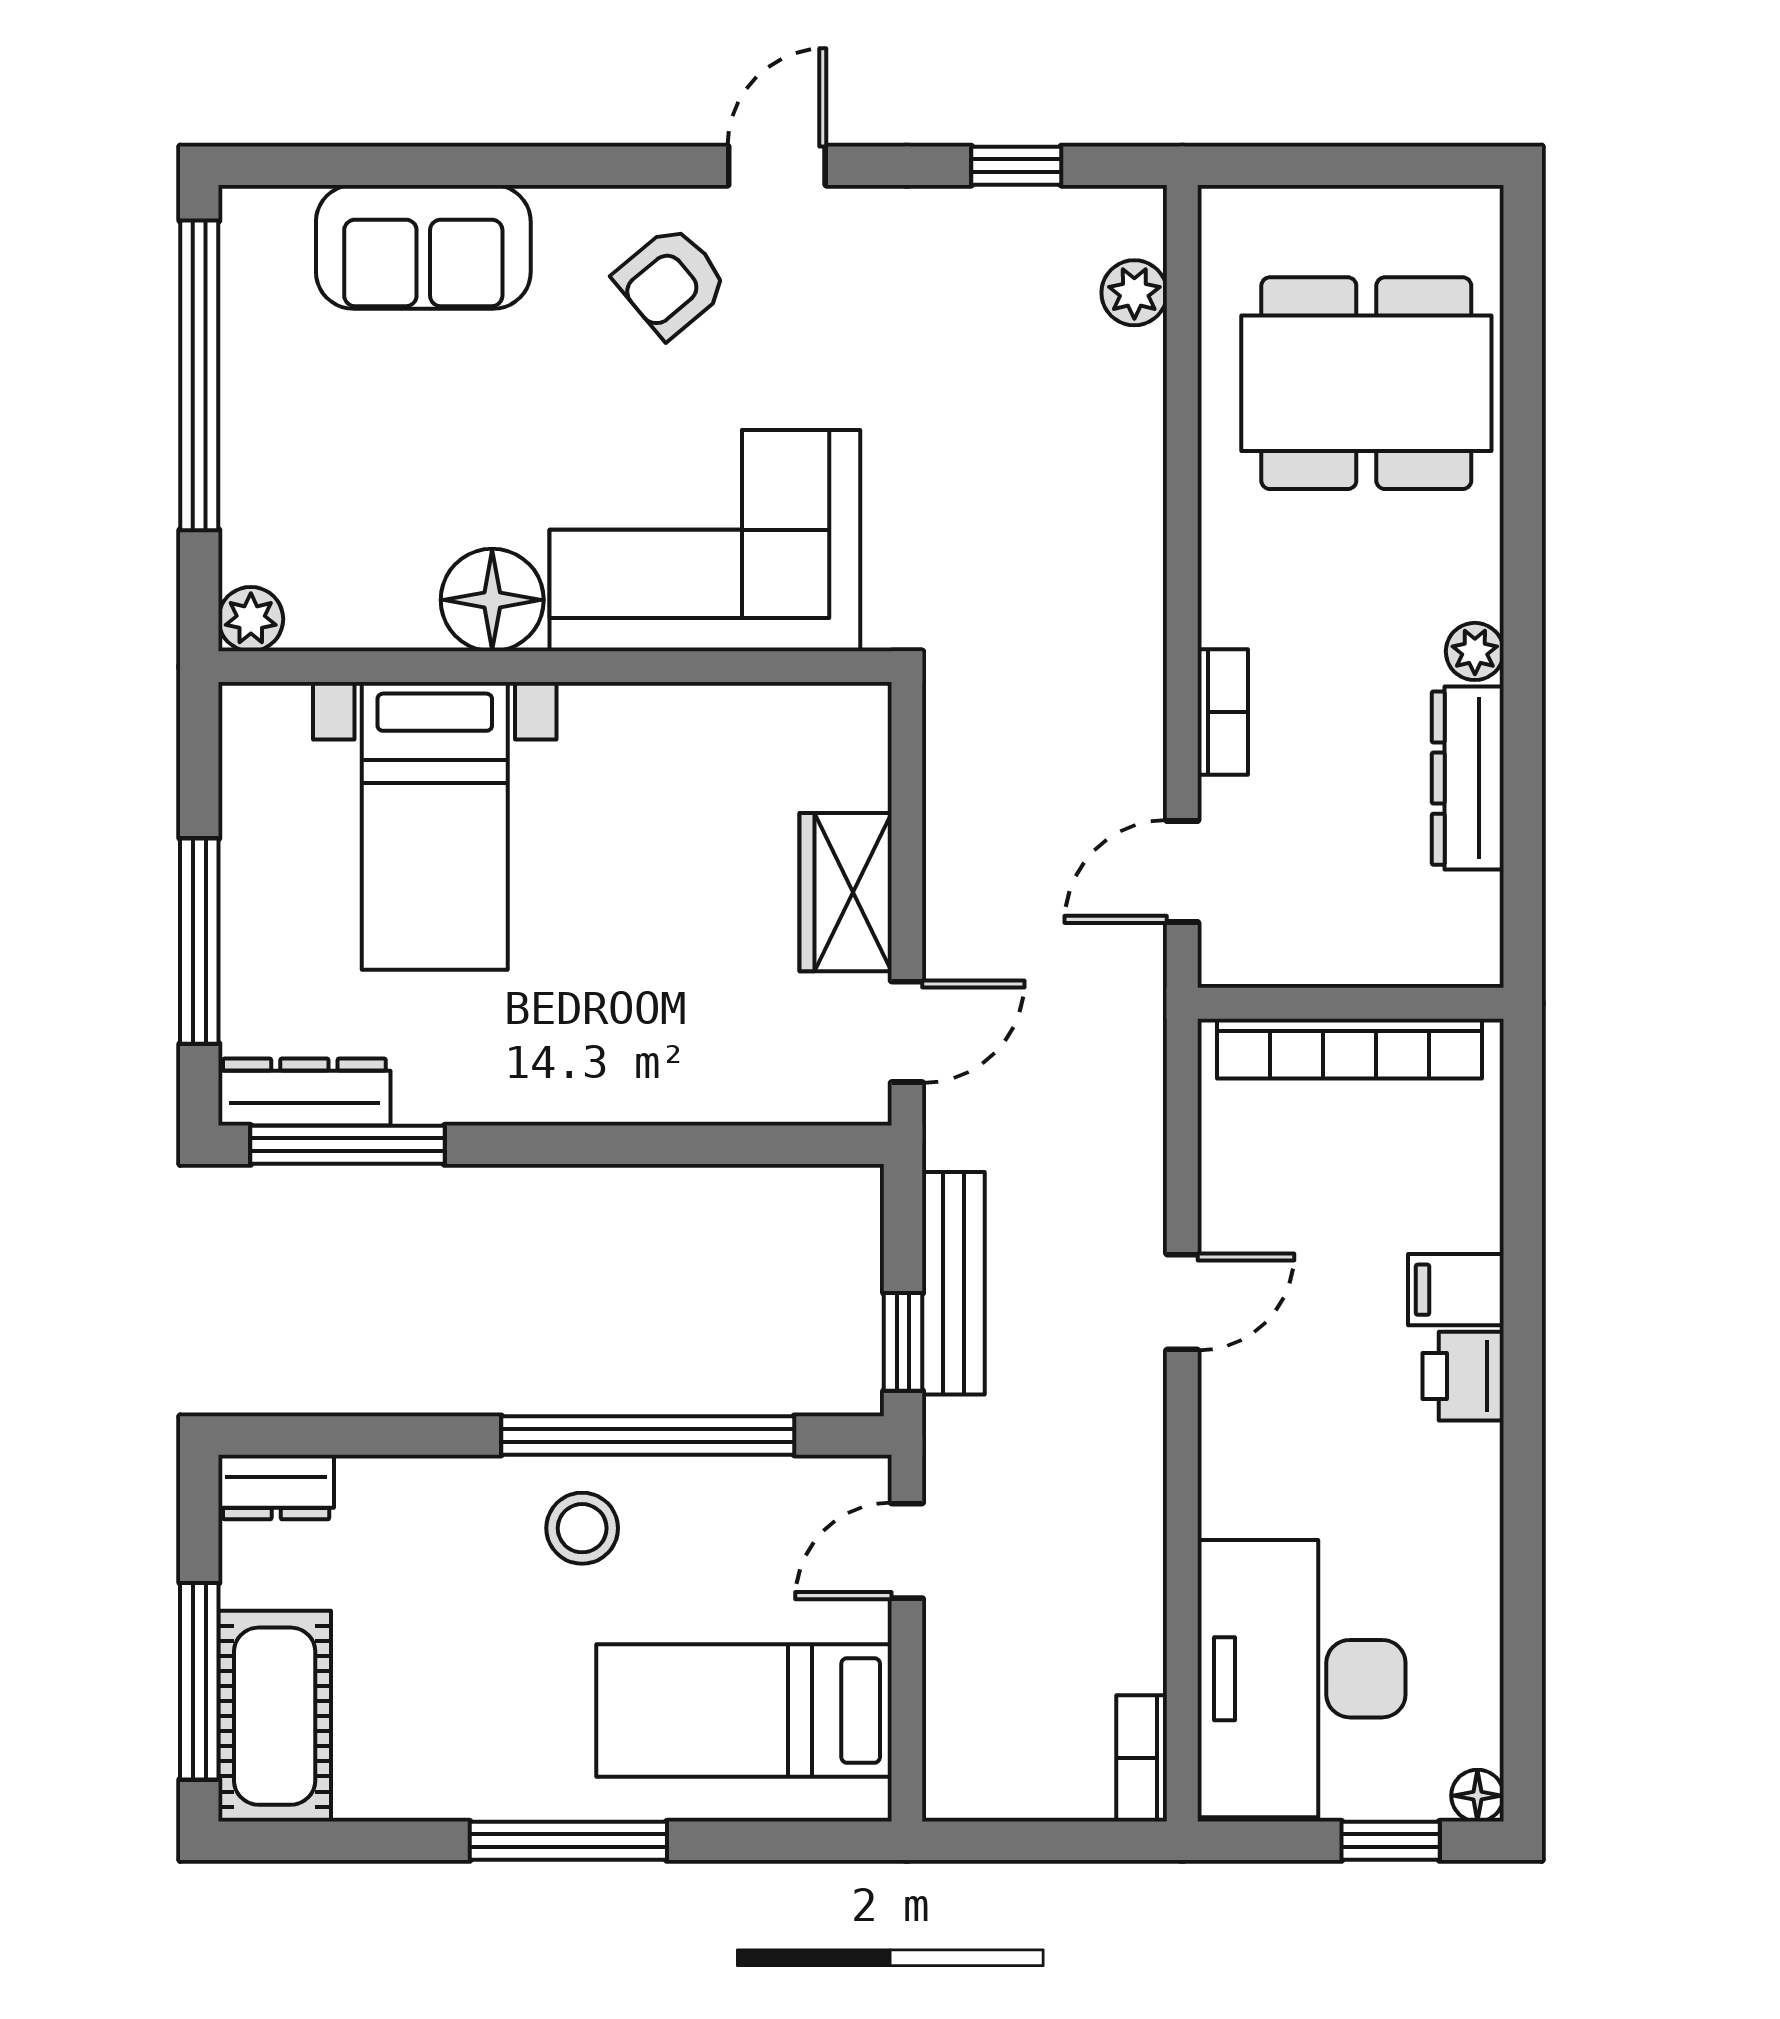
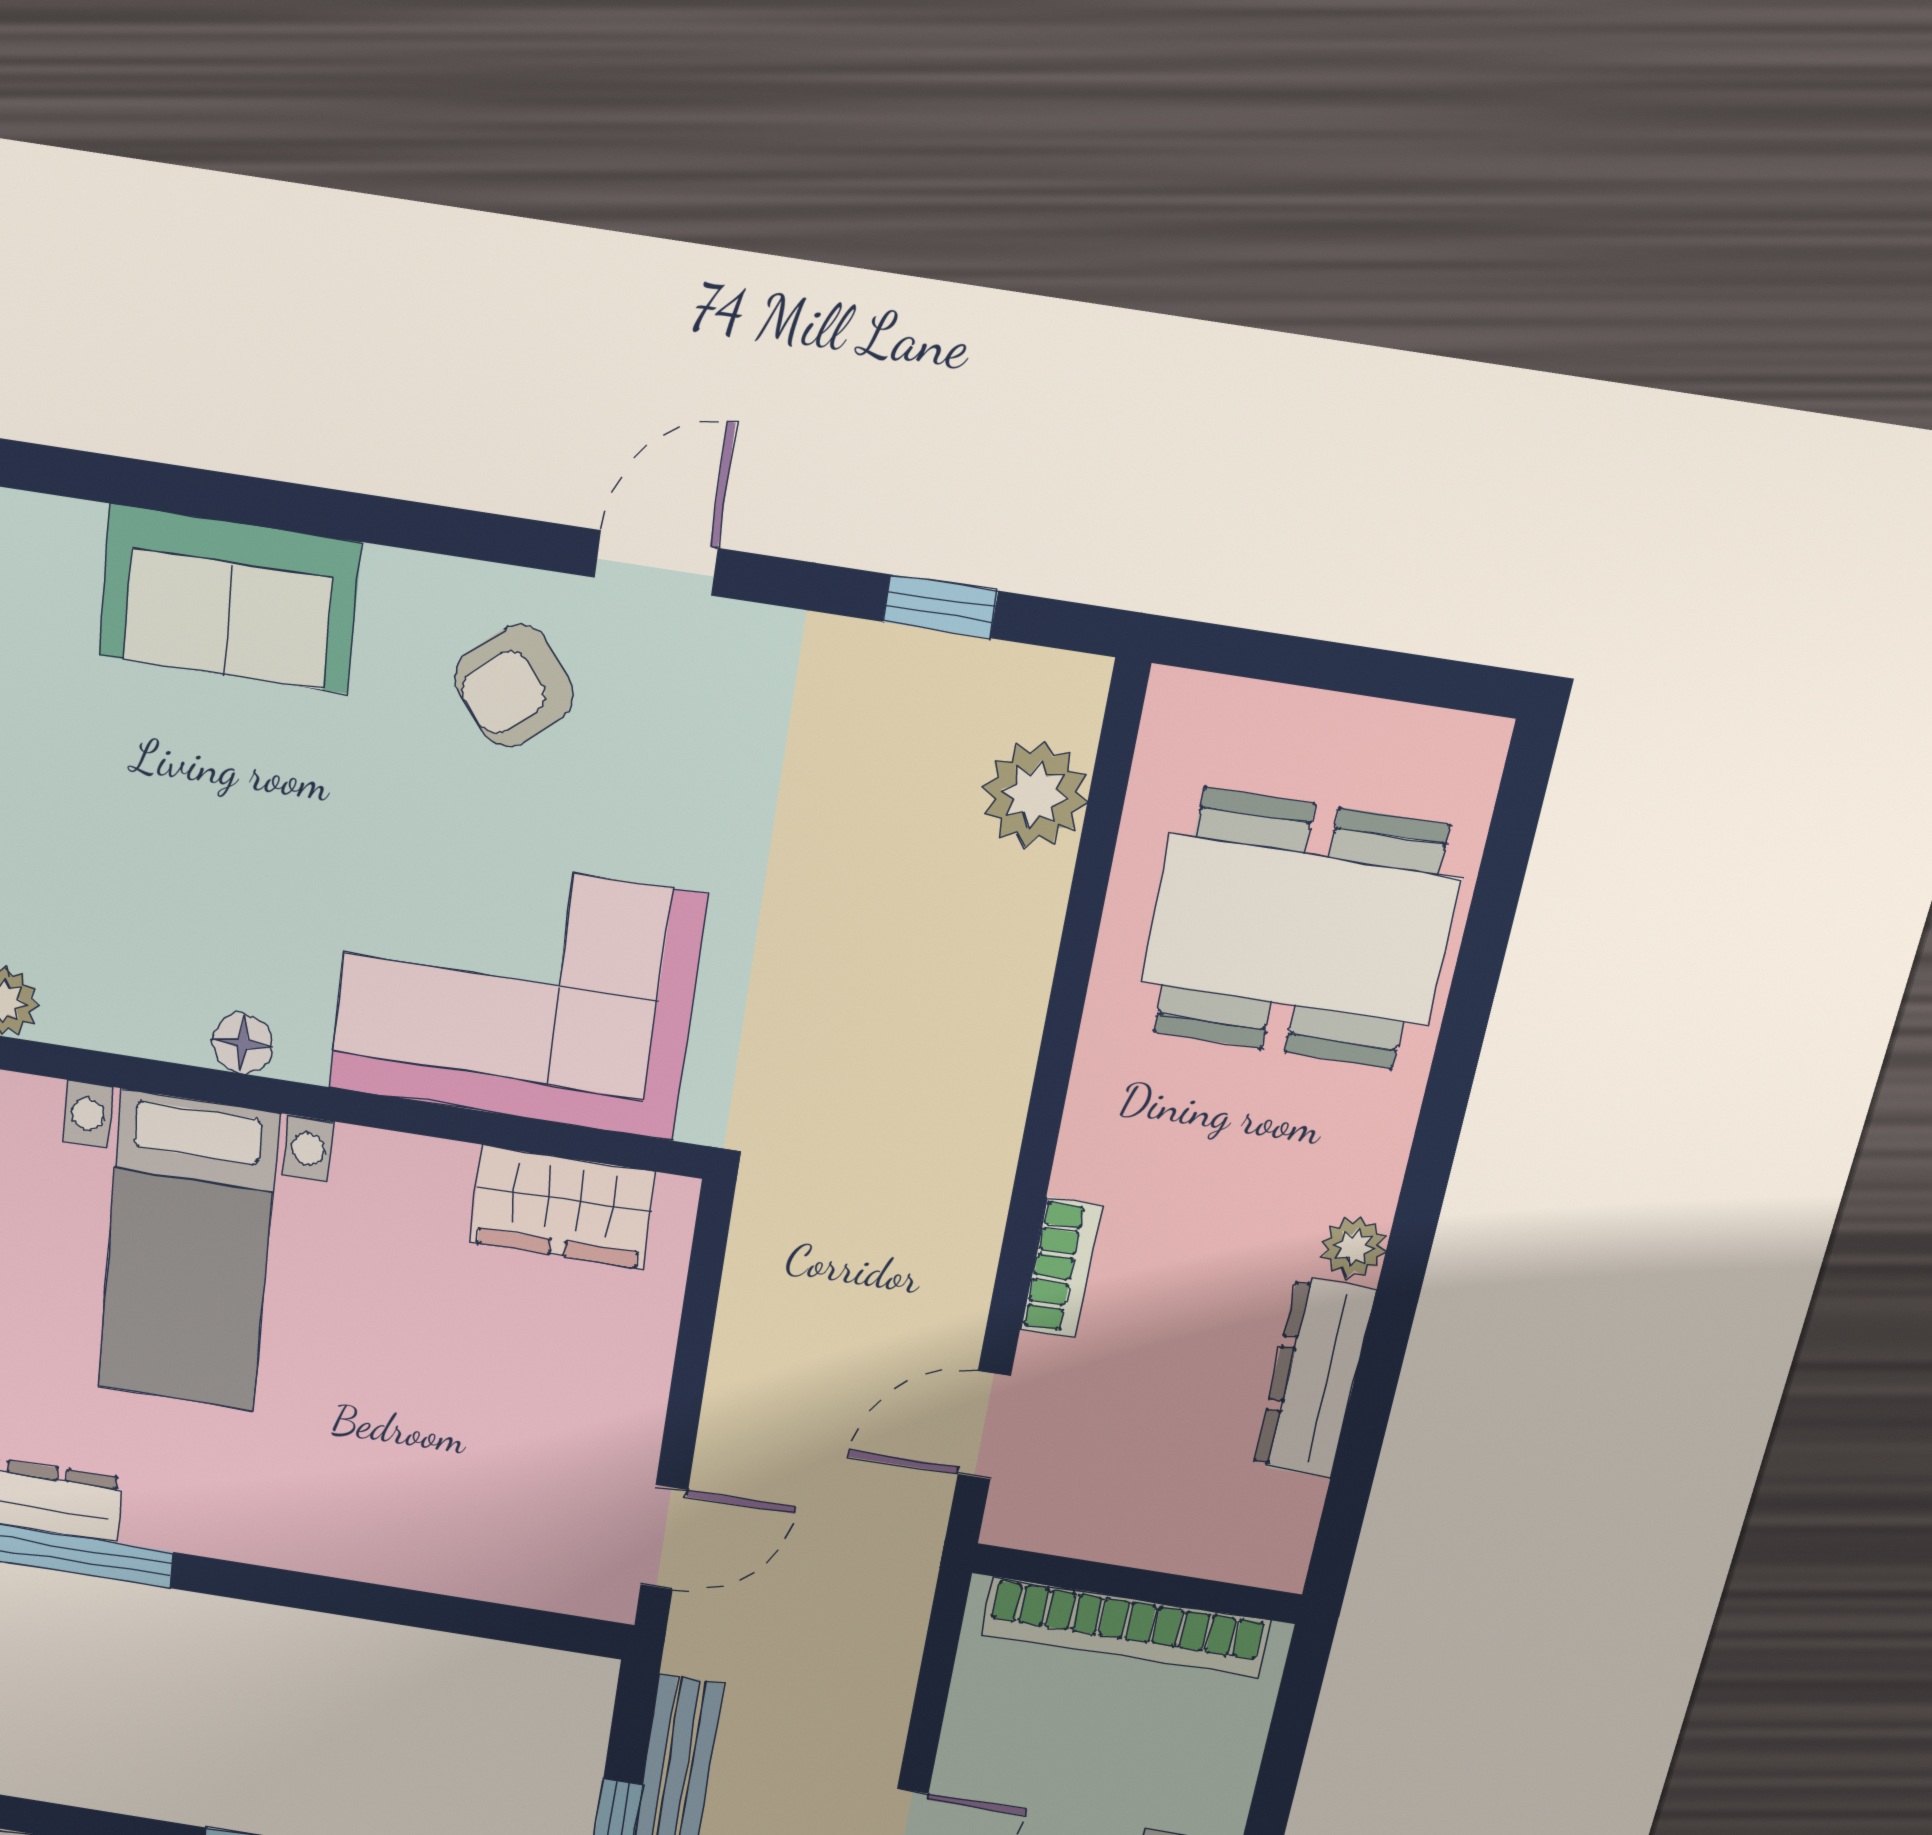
plant: (1134, 293) -> (1035, 795), width x1.38, depth x1.38
floor lamp: (492, 600) -> (243, 1044), width x0.53, depth x0.53
wardrobe: (846, 892) -> (563, 1207), moved, turned -90

